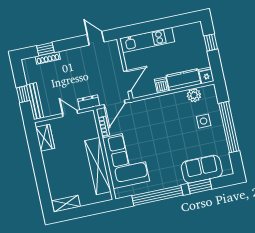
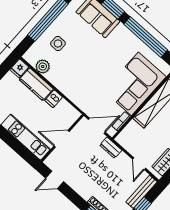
door: (96, 38) -> (55, 180), hinge flipped
door: (127, 81) -> (62, 139), moved
door: (70, 113) -> (139, 164), moved

